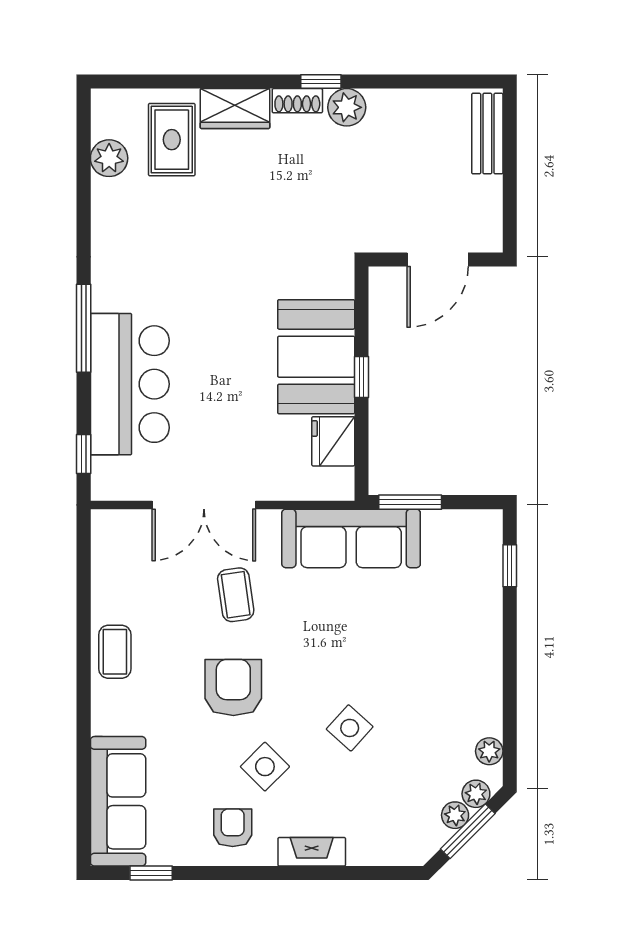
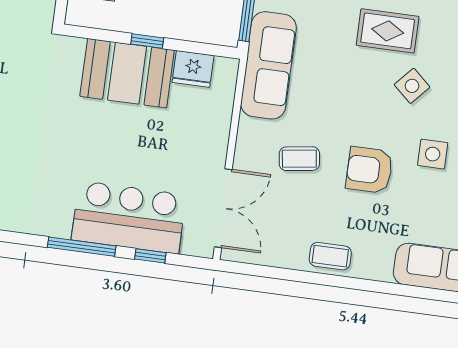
window: (84, 454) -> (150, 256), moved
double door: (204, 505) -> (223, 208), moved
rug: (417, 687) -> (388, 31), added
side table: (265, 767) -> (433, 154), turned 45

